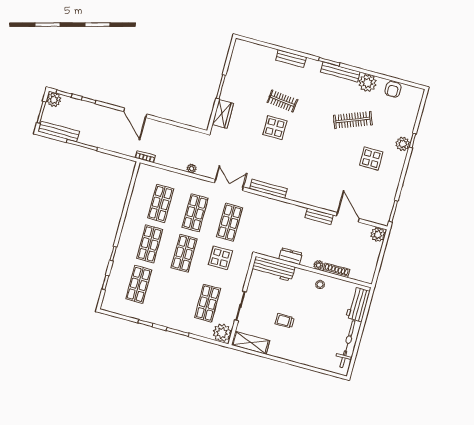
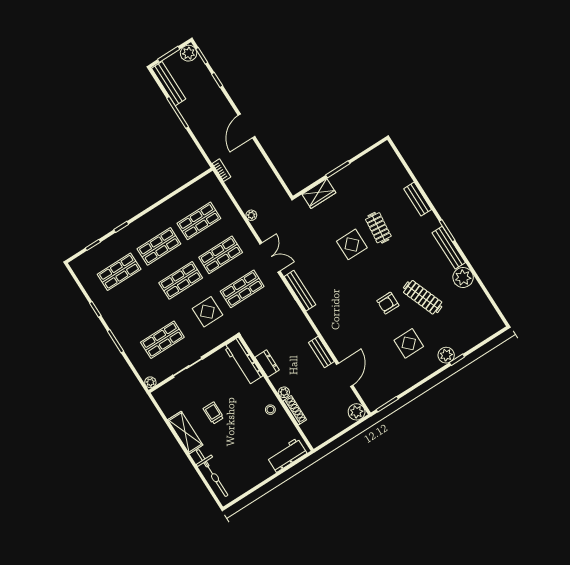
armchair: (393, 89) -> (388, 303), moved
plant: (222, 333) -> (150, 382), width x0.53, depth x0.53
shelving: (251, 343) -> (185, 432), moved
bicycle: (347, 344) -> (212, 473), moved, turned 90

